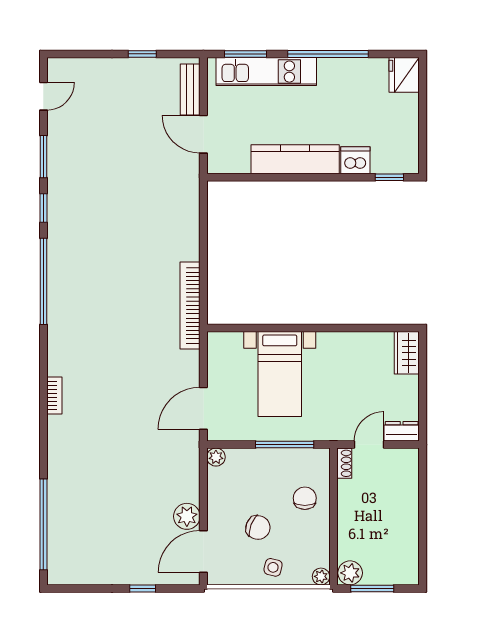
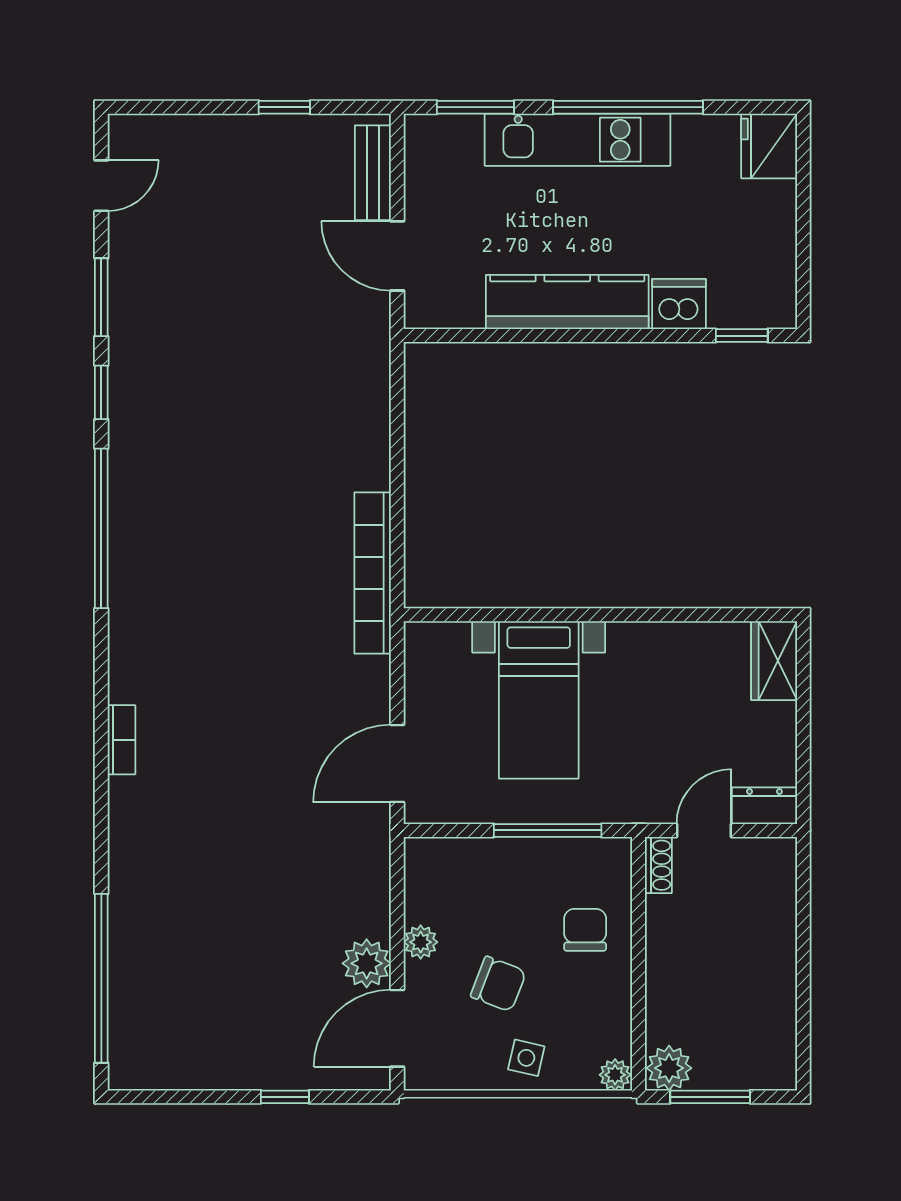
kitchen unit: (266, 72) -> (578, 140), moved
plant: (216, 457) -> (421, 942), moved

